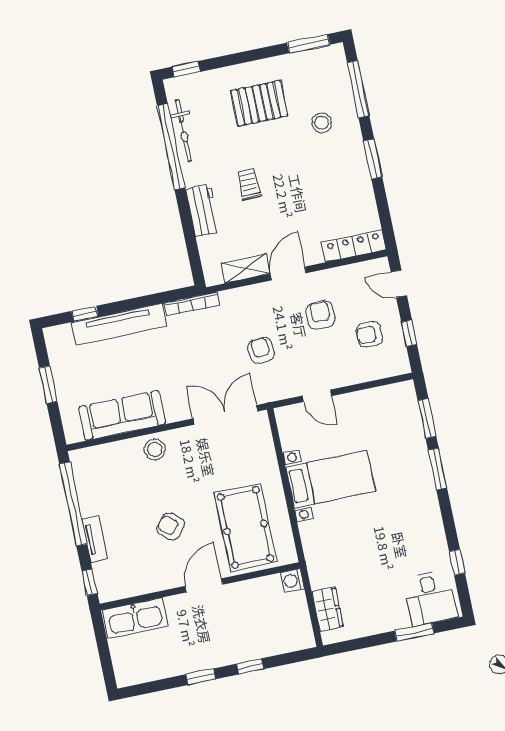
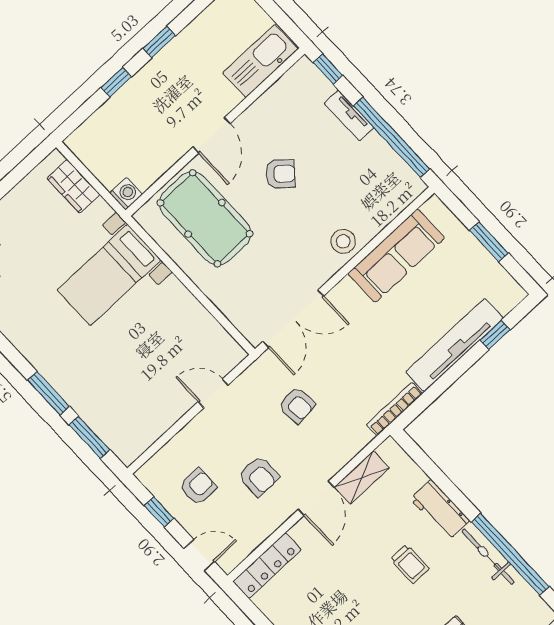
bicycle: (183, 131) -> (488, 557), moved
bed with nightstands: (330, 479) -> (109, 275), moved

